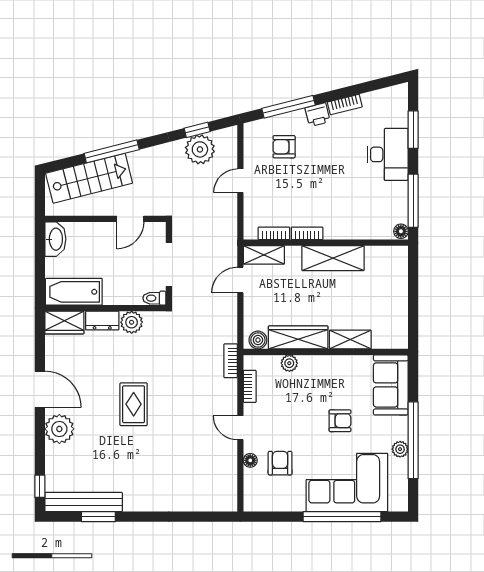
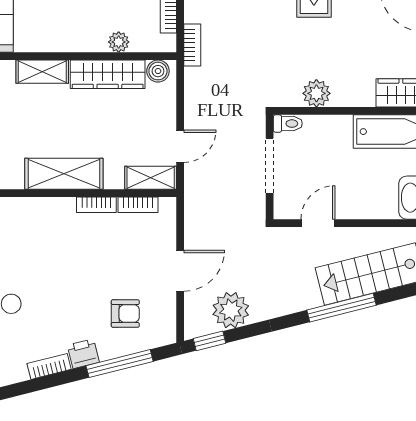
window: (197, 130) -> (209, 341), moved
door: (240, 181) -> (180, 271), width x1.37
dresser: (102, 321) -> (353, 95), removed

